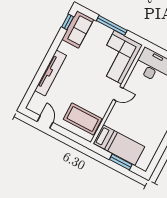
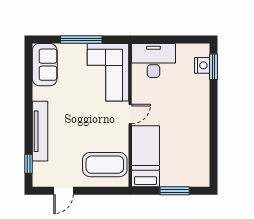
window: (68, 22) -> (29, 164), moved
door: (45, 122) -> (63, 191), swing flipped
bed: (119, 145) -> (145, 156), moved, turned -90

